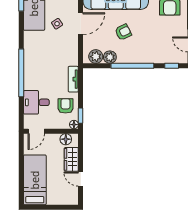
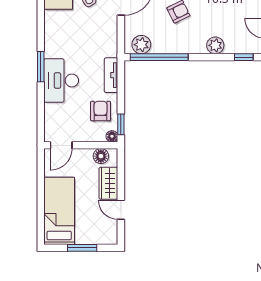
plant: (110, 57) -> (215, 45), moved
window: (132, 66) -> (159, 57), moved
window: (21, 73) -> (41, 67), width x0.47
desk: (36, 102) -> (61, 81), moved, width x1.37
window: (52, 207) -> (82, 248), added

